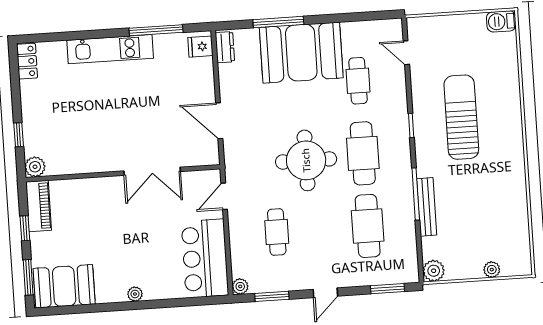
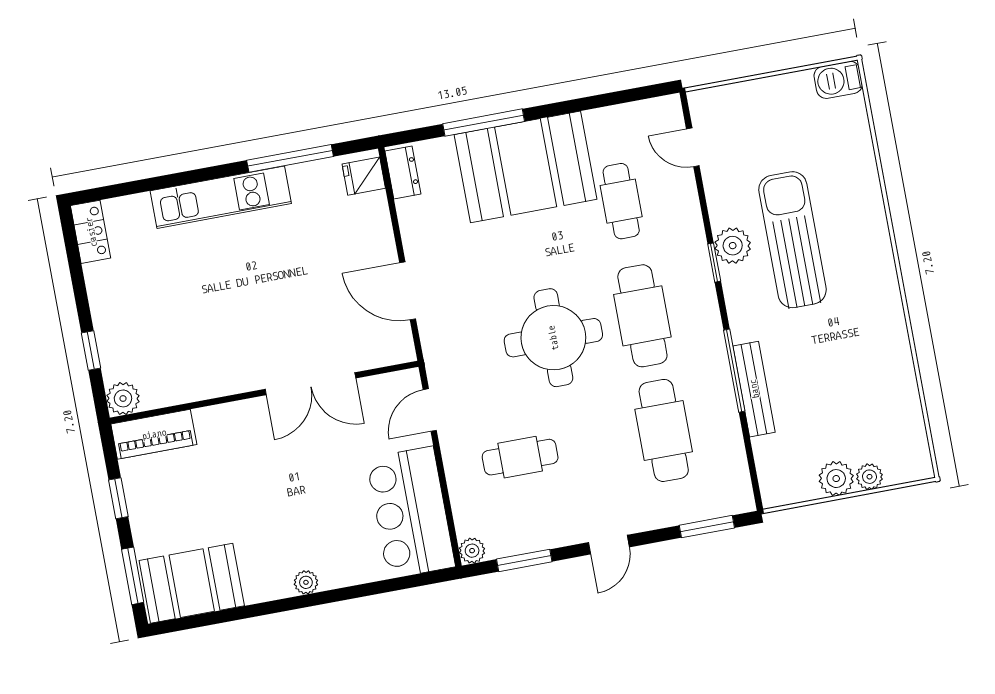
plant: (424, 116) -> (733, 246), added
piano: (39, 206) -> (154, 434), moved, turned 90
cafe table: (277, 232) -> (520, 457), turned 90
plant: (434, 271) -> (836, 479), moved

